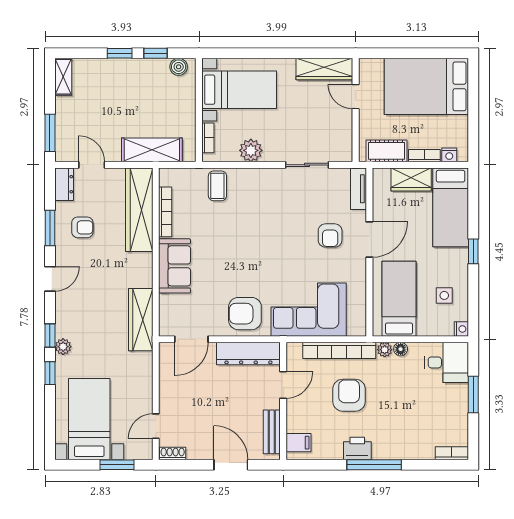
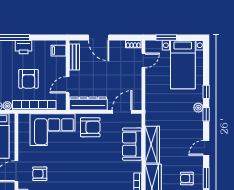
armchair: (330, 235) -> (40, 174), turned -90
sofa: (175, 266) -> (132, 144), moved
wardrobe: (141, 320) -> (152, 145), moved

